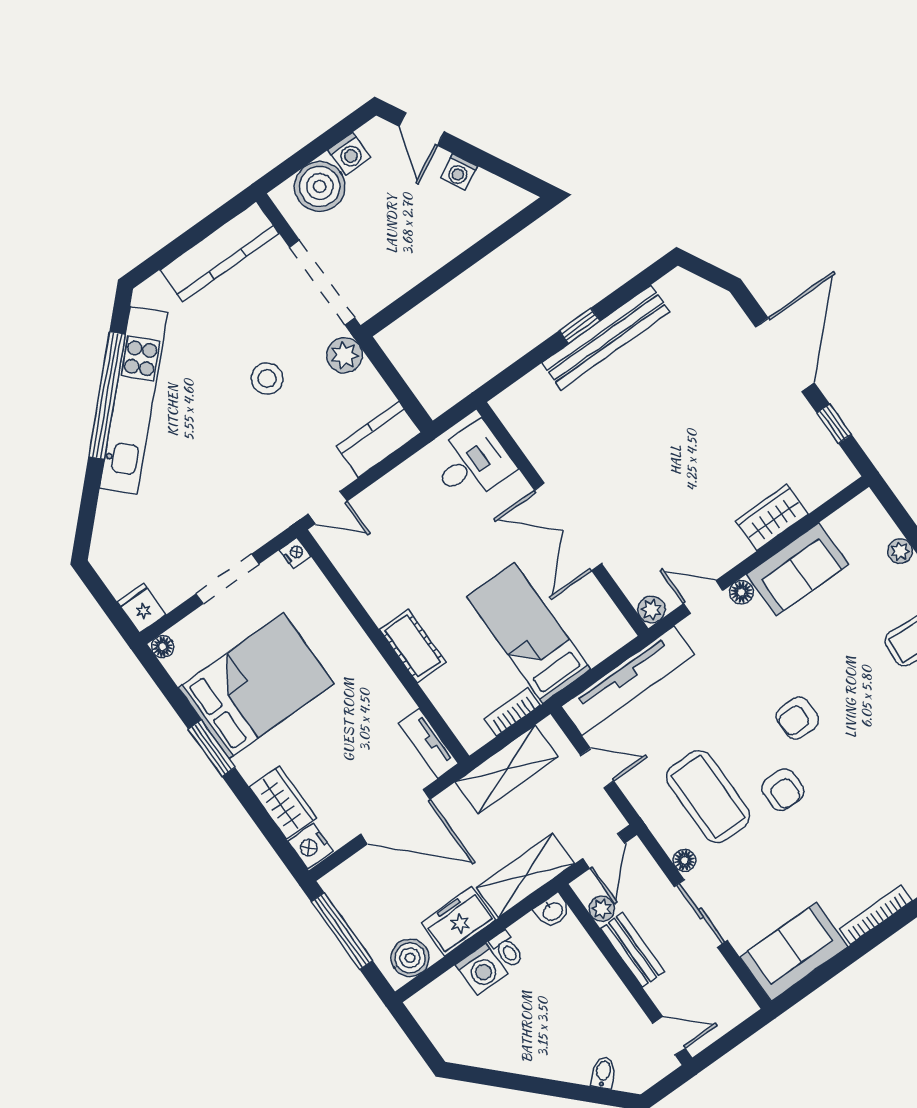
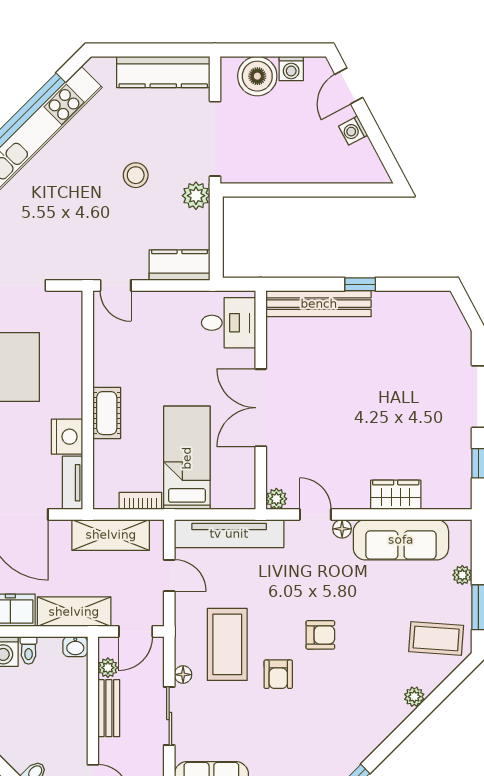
bench: (606, 337) -> (319, 304), moved
nightstand: (295, 553) -> (67, 437), moved, width x1.89, depth x1.79
sofa: (797, 569) -> (401, 540), width x1.36
armchair: (797, 718) -> (320, 635), turned 180

